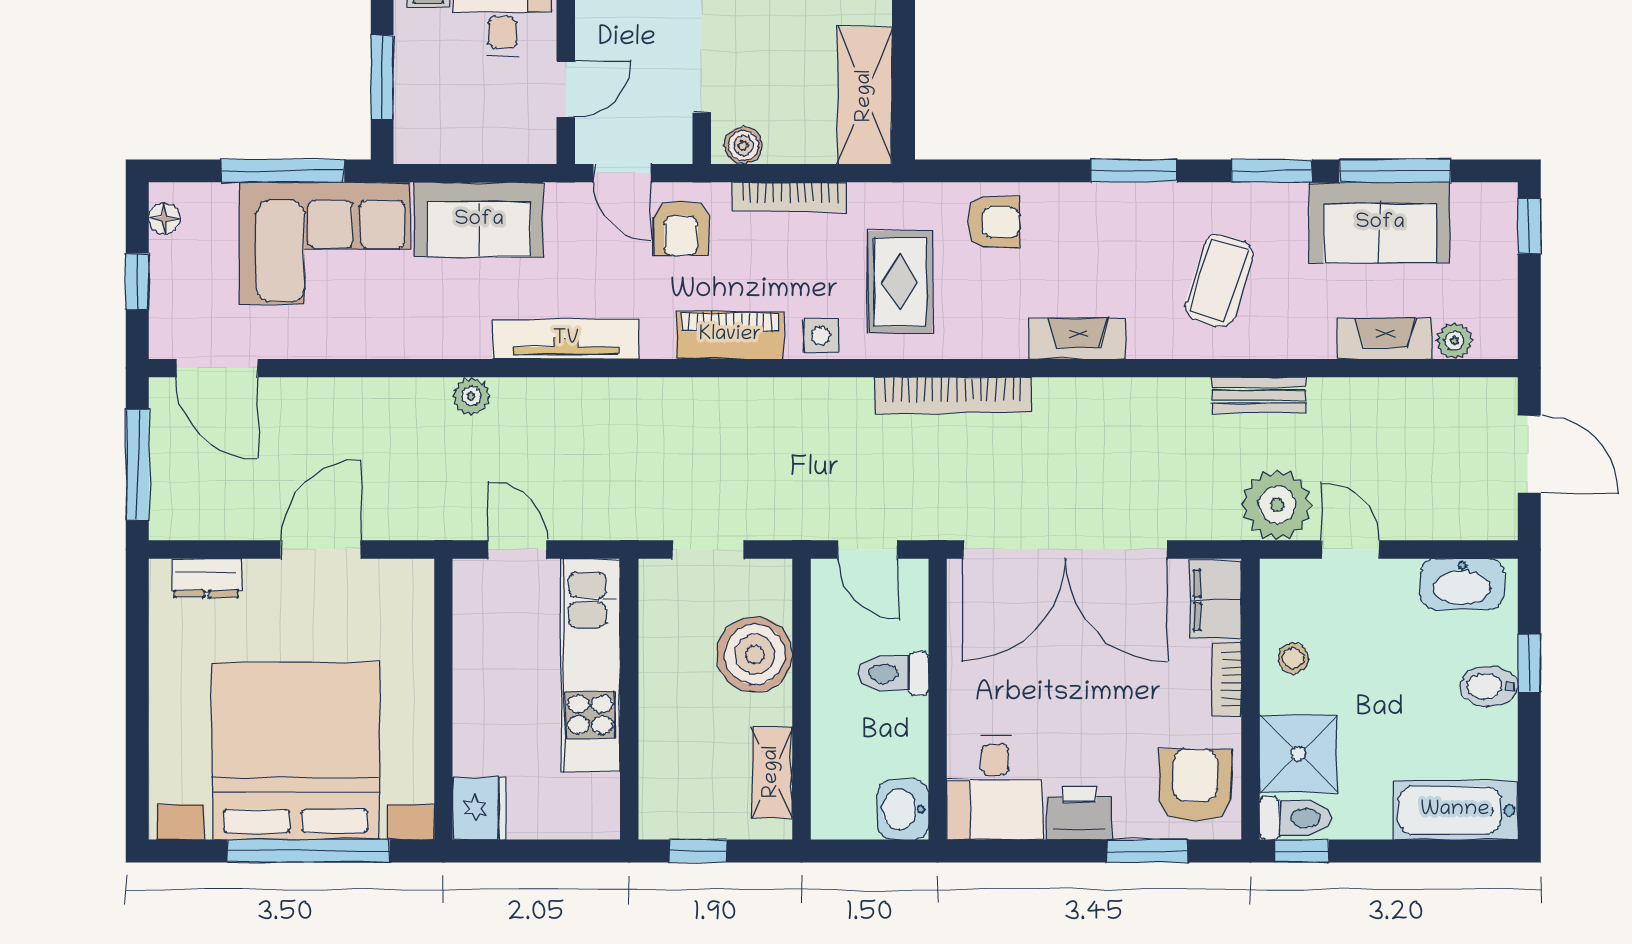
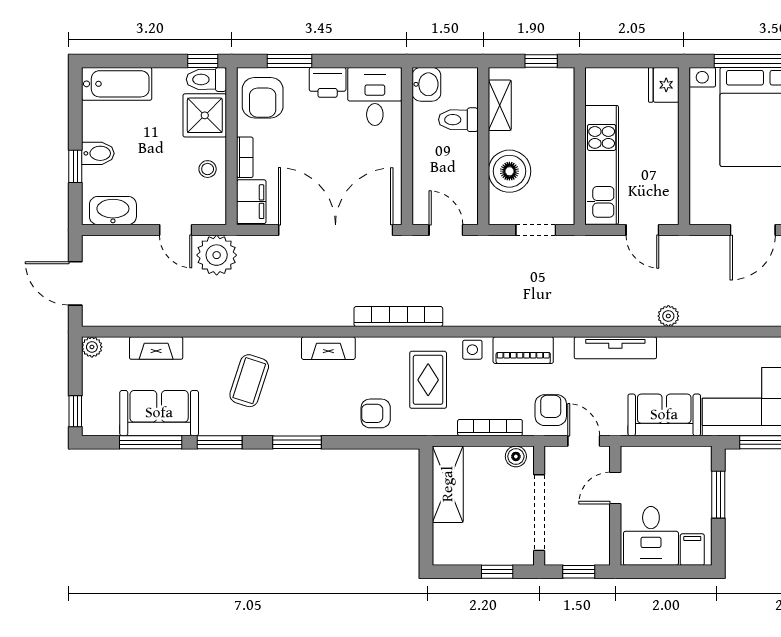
plant: (1455, 341) -> (92, 347), moved
bench: (1259, 395) -> (227, 316), removed
toilet: (893, 673) -> (458, 120), moved, turned 180

